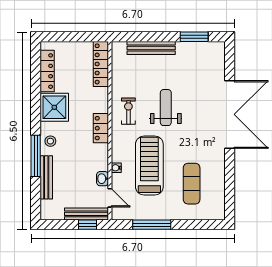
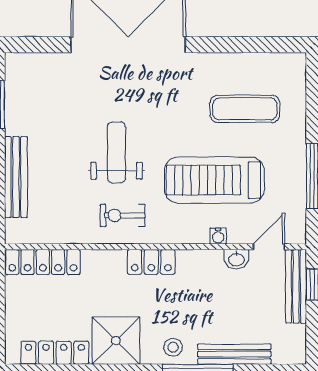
weight bench: (166, 108) -> (116, 152), turned 90

